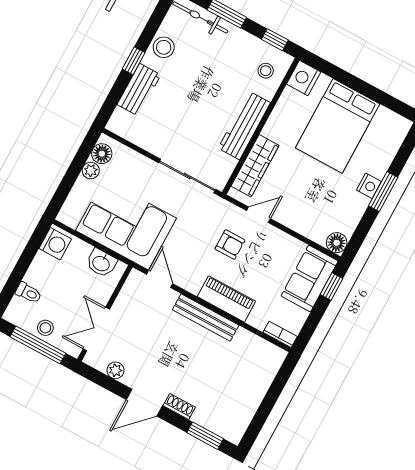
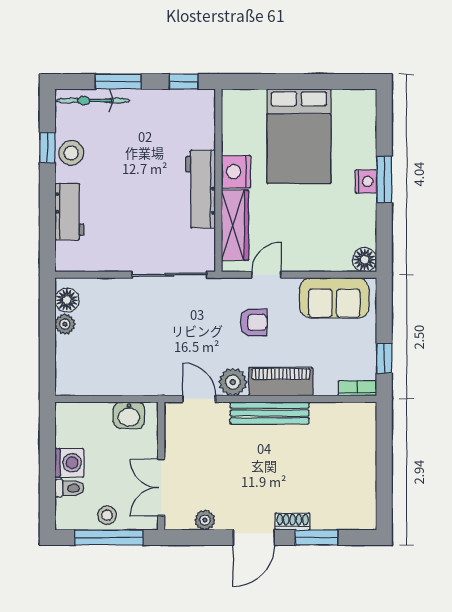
window: (134, 61) -> (47, 148), moved
stool: (266, 71) -> (192, 119), removed
nightstand: (304, 78) -> (236, 172), moved
corner sofa: (126, 224) -> (133, 361), removed
washing machine: (55, 244) -> (69, 463), moved
sofa: (310, 278) -> (334, 298), moved, turned -90
plant: (191, 280) -> (233, 382), added
window: (332, 287) -> (384, 358), moved
window: (205, 436) -> (316, 538), moved

